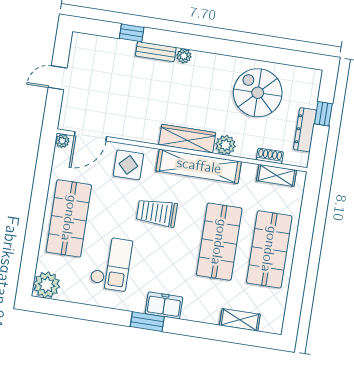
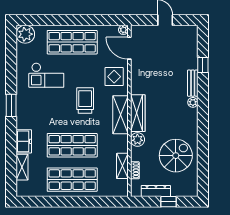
shelving: (199, 166) -> (120, 115), width x0.68
shelving: (277, 175) -> (122, 166), moved
freezer: (164, 305) -> (24, 141), moved

